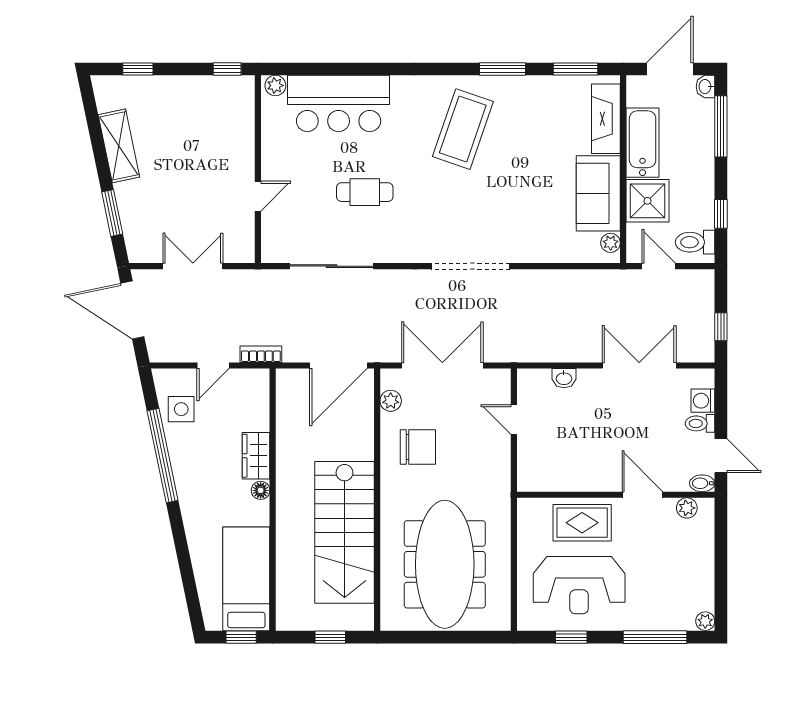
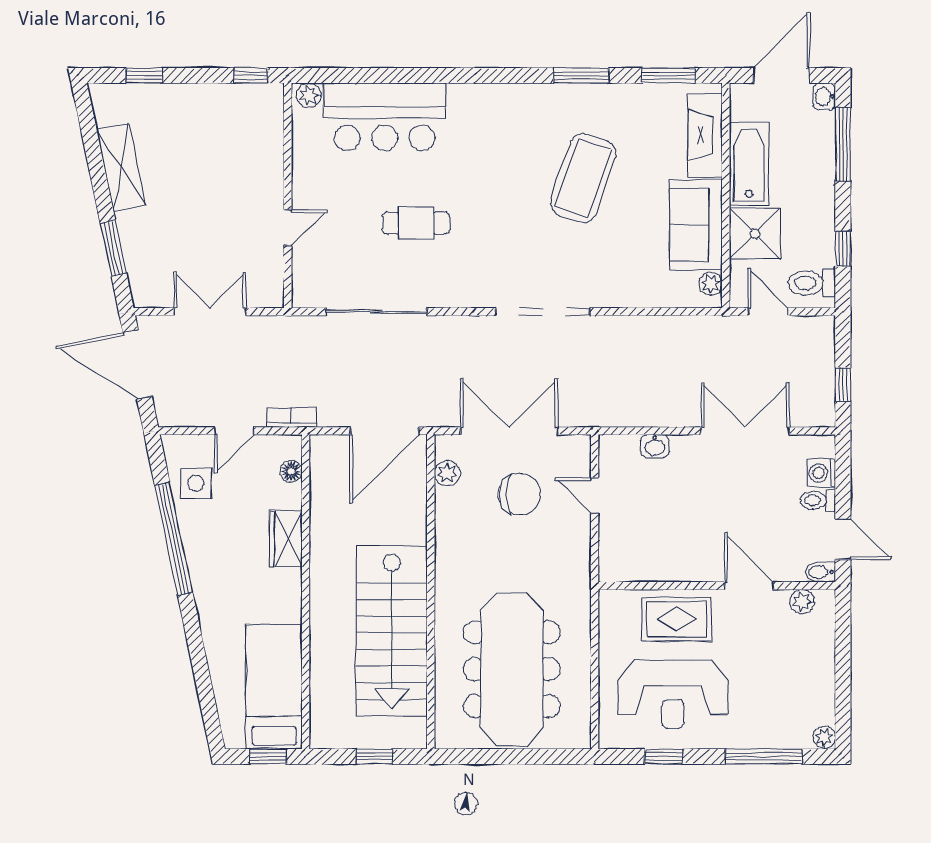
coffee table: (463, 129) -> (583, 178), moved
chair: (418, 447) -> (519, 494), moved
floor lamp: (261, 490) -> (291, 471), moved

